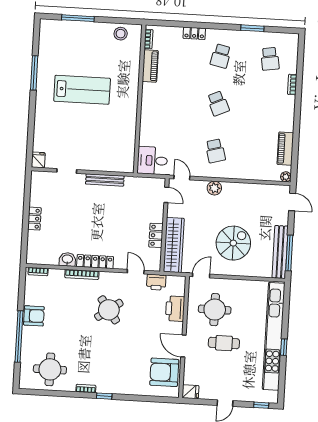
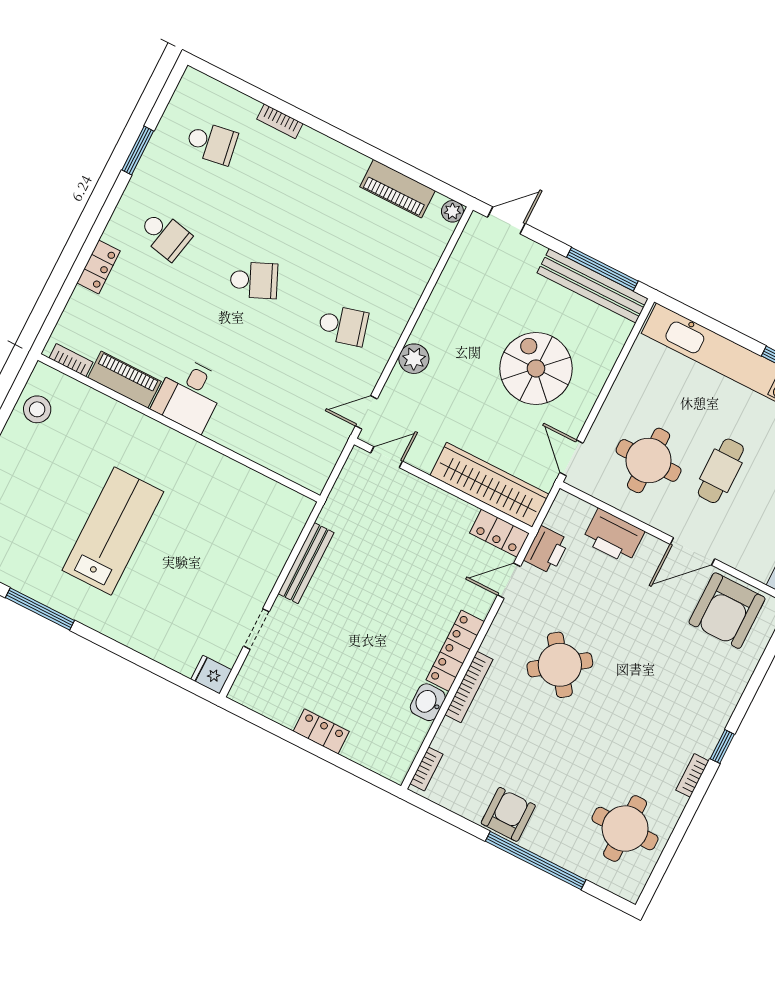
desk: (152, 161) -> (189, 395), moved
locker: (156, 235) -> (499, 533), moved

